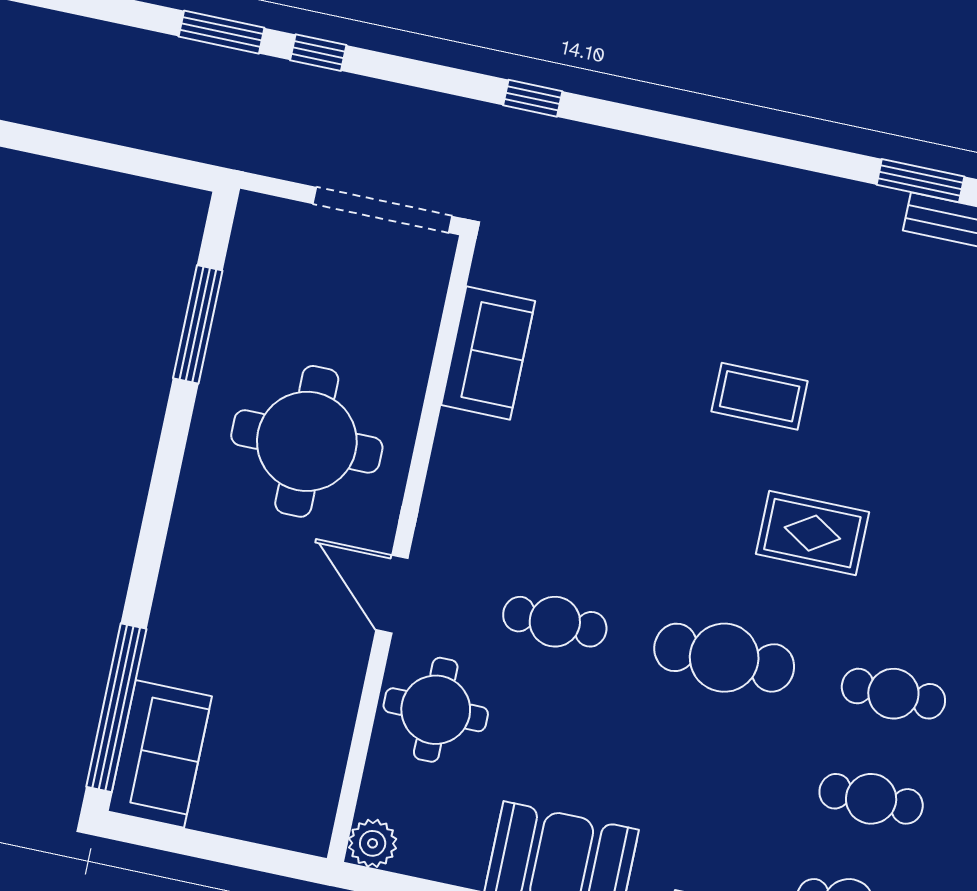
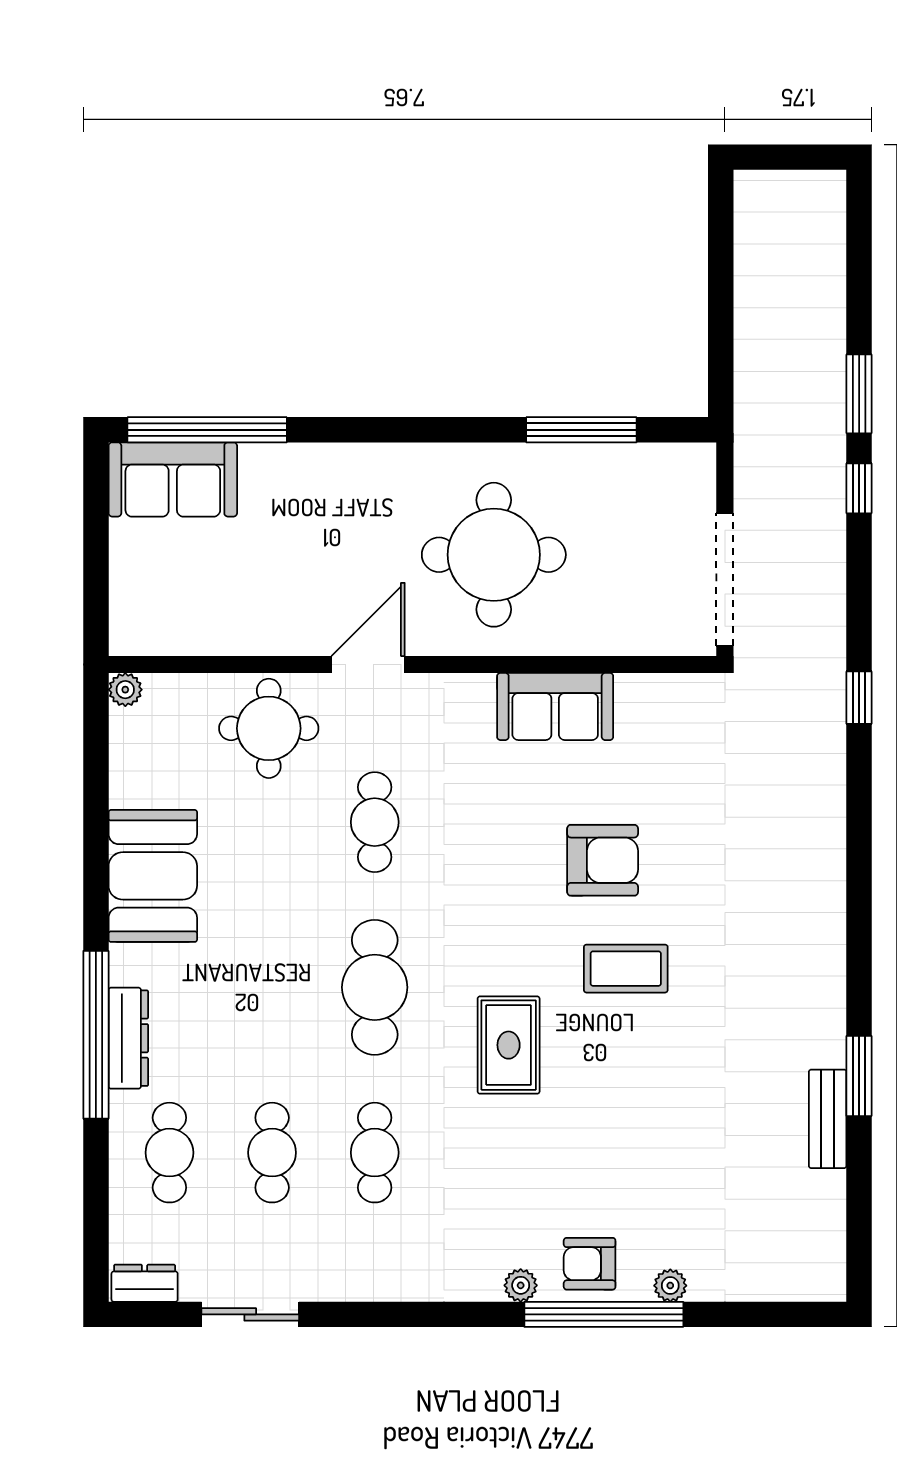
sofa: (488, 353) -> (555, 706), moved
armchair: (644, 396) -> (603, 860), added
coffee table: (760, 396) -> (626, 969), turned 90
plant: (373, 843) -> (125, 690), width x0.73, depth x0.73

